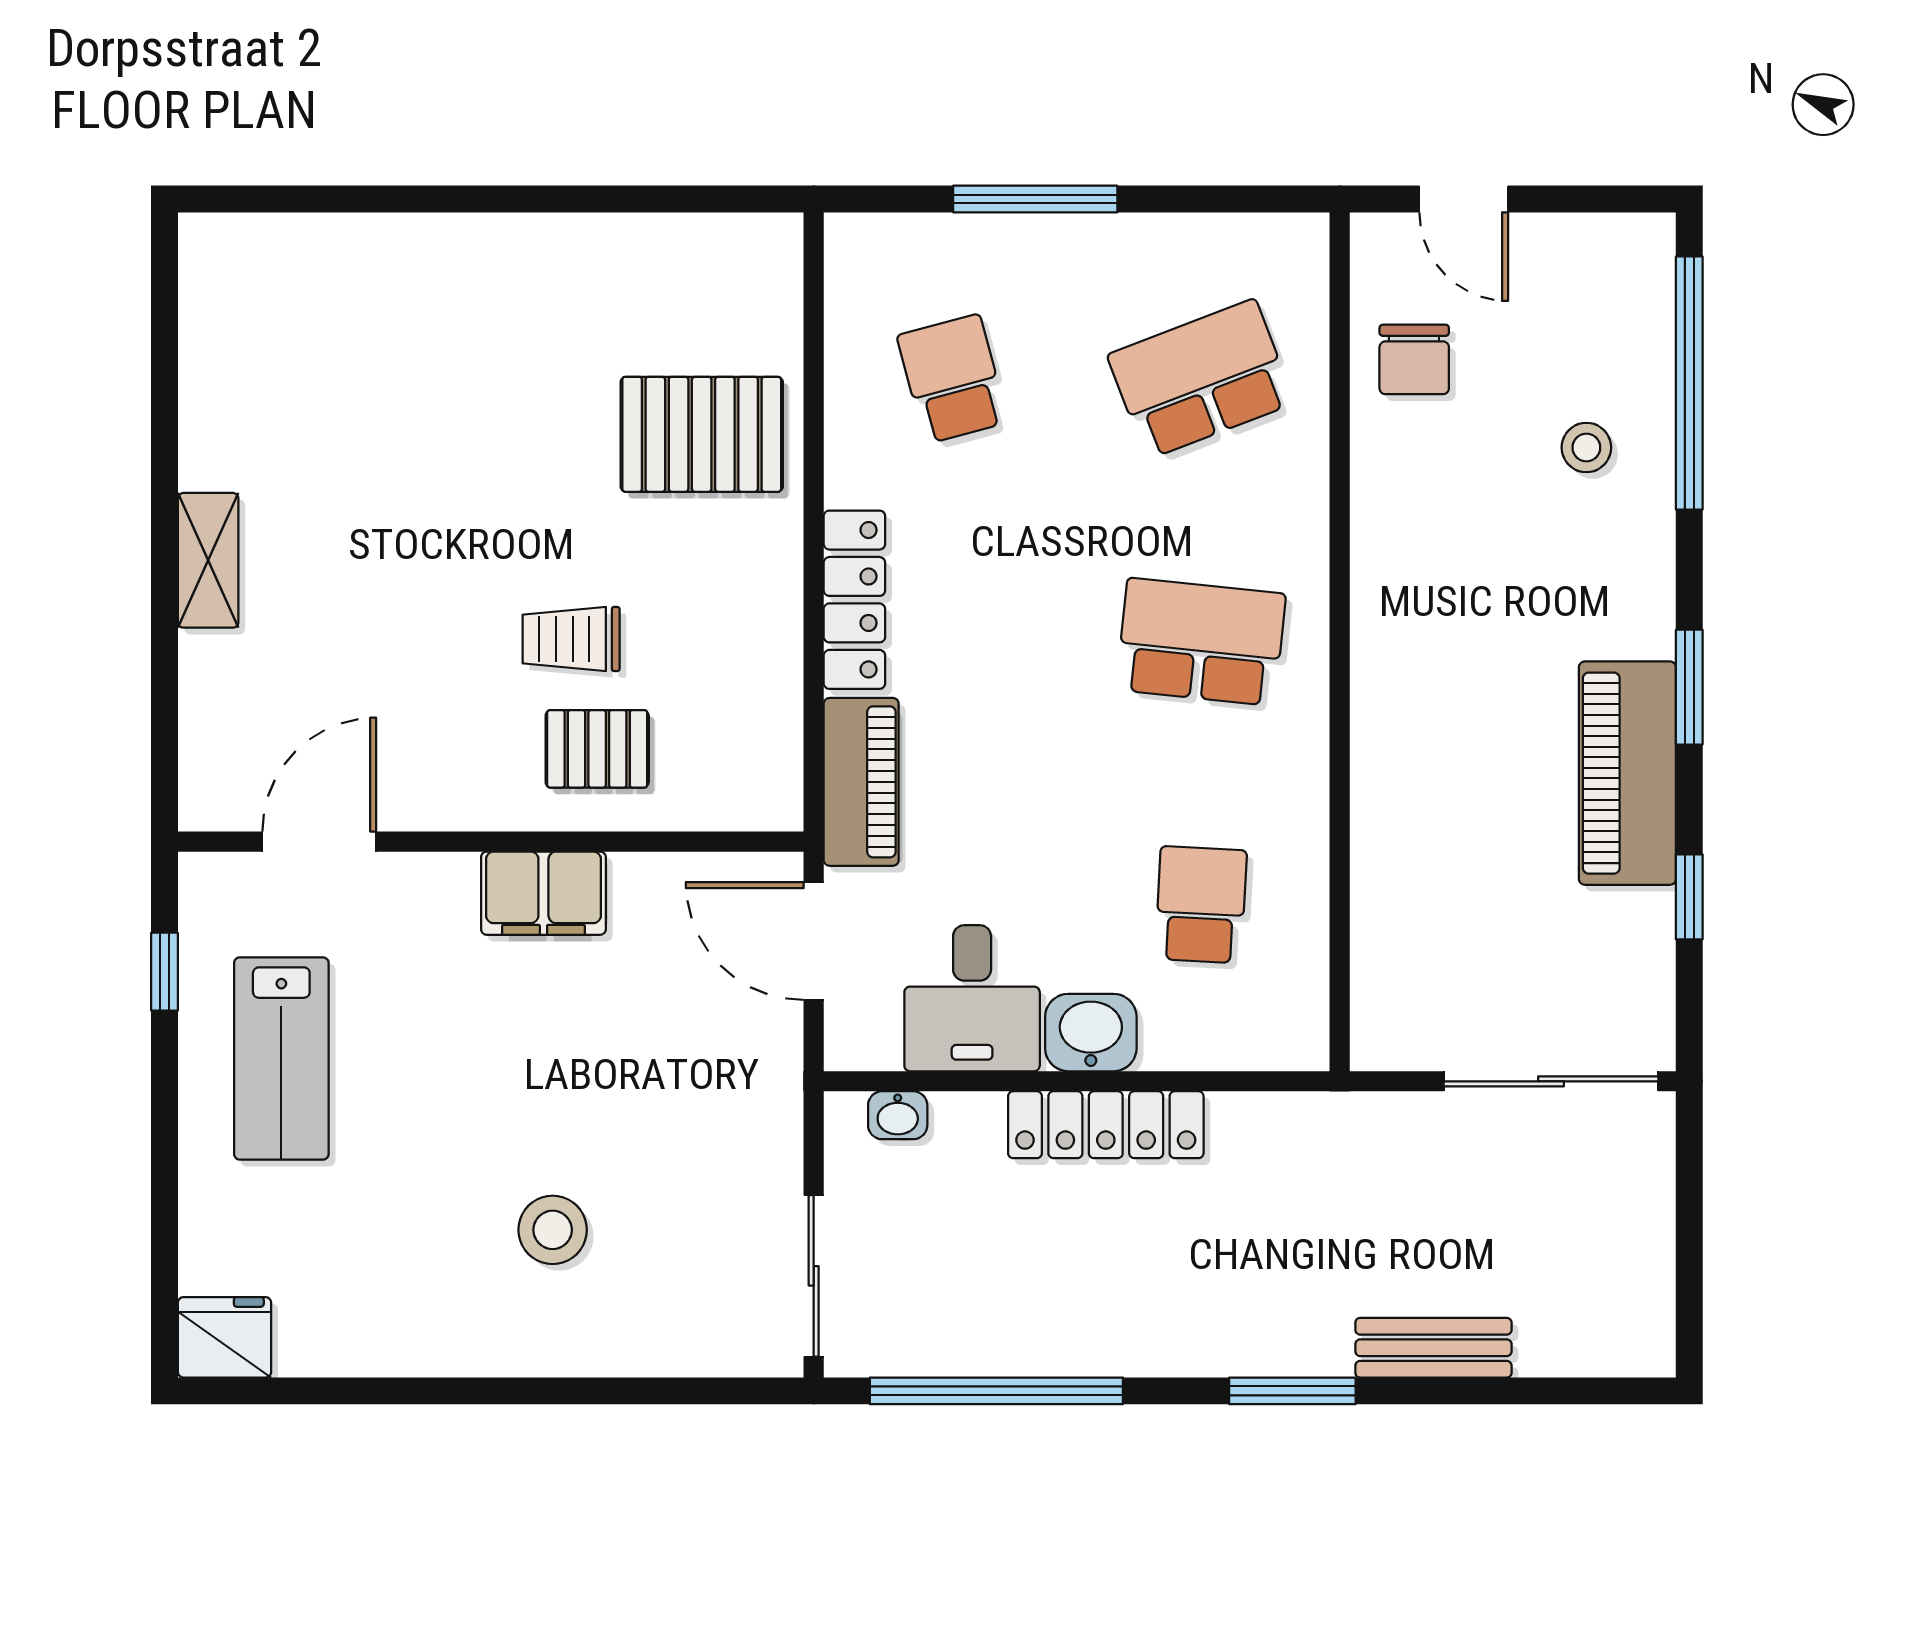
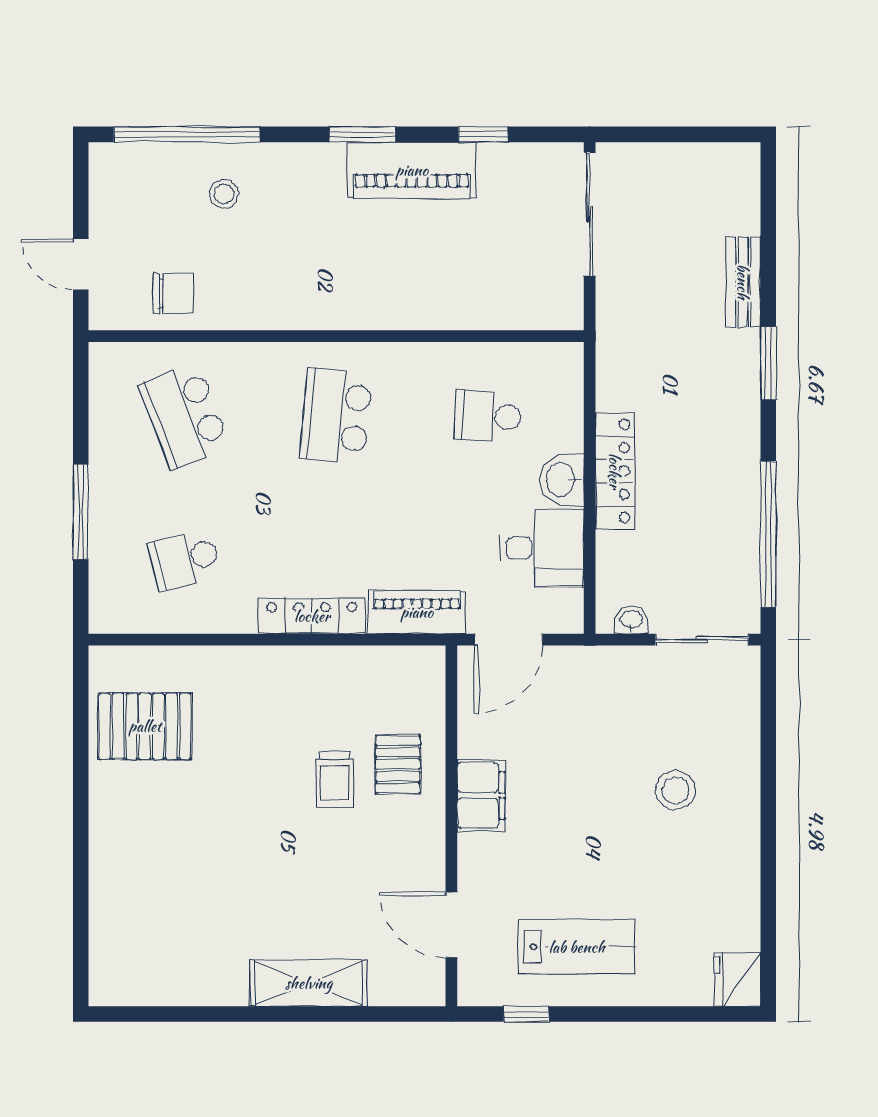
door: (1464, 199) -> (81, 264), swing flipped
pallet: (702, 434) -> (145, 726), moved, turned 90
shelving: (208, 560) -> (309, 983), width x1.50, depth x1.33
washbasin: (898, 1115) -> (631, 620), moved, turned -90

